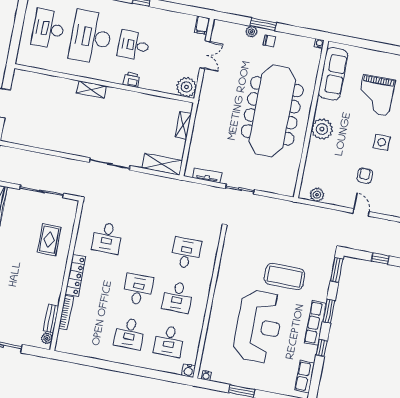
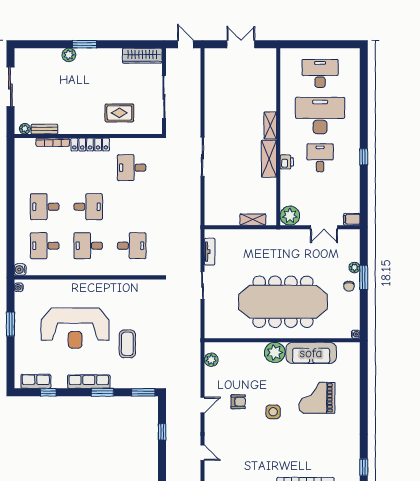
sofa: (333, 74) -> (311, 353), moved
shelving: (162, 164) -> (269, 159), moved
coffee table: (284, 277) -> (127, 344), width x0.73, depth x0.76
window: (322, 348) -> (48, 392), moved

